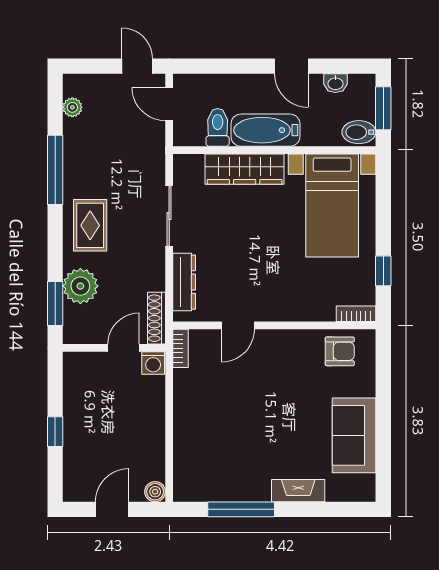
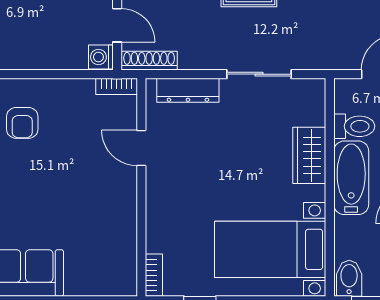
wardrobe: (245, 169) -> (309, 155), width x0.67
armchair: (340, 351) -> (22, 123), moved

